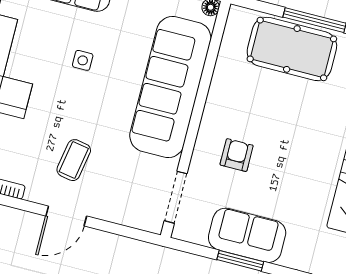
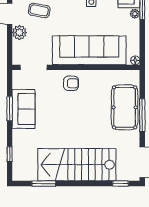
armchair: (237, 155) -> (71, 83), moved
plant: (105, 207) -> (19, 32), added

